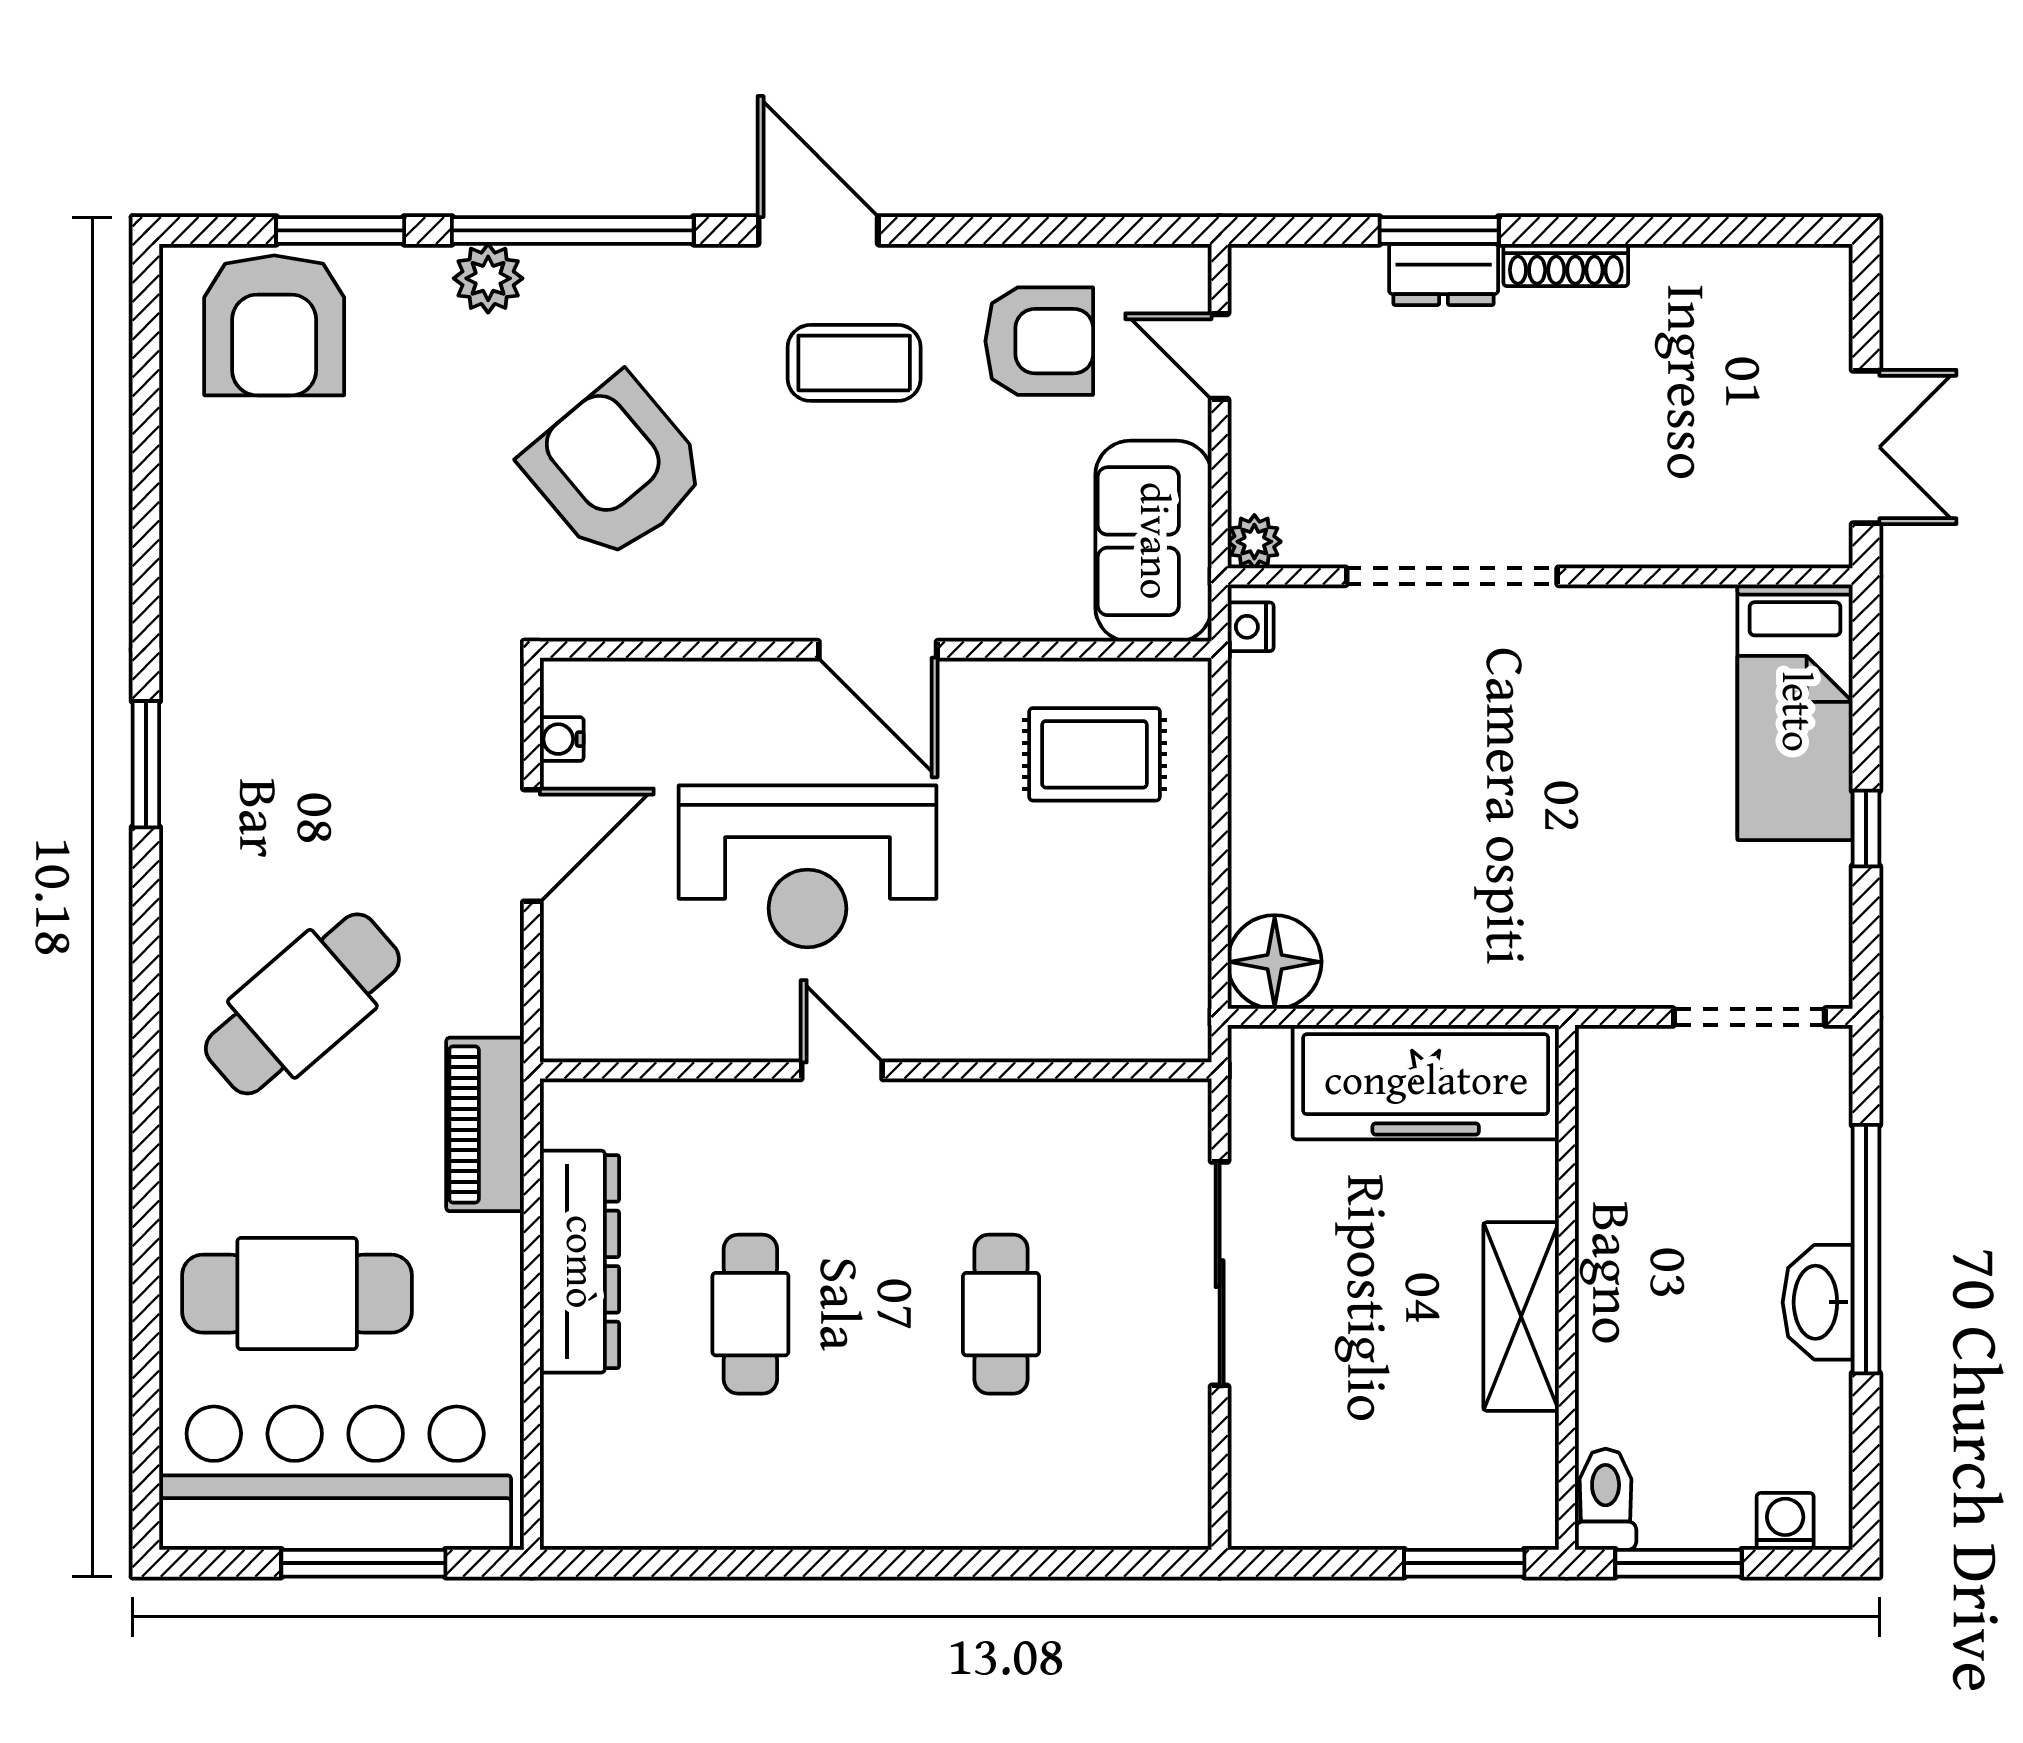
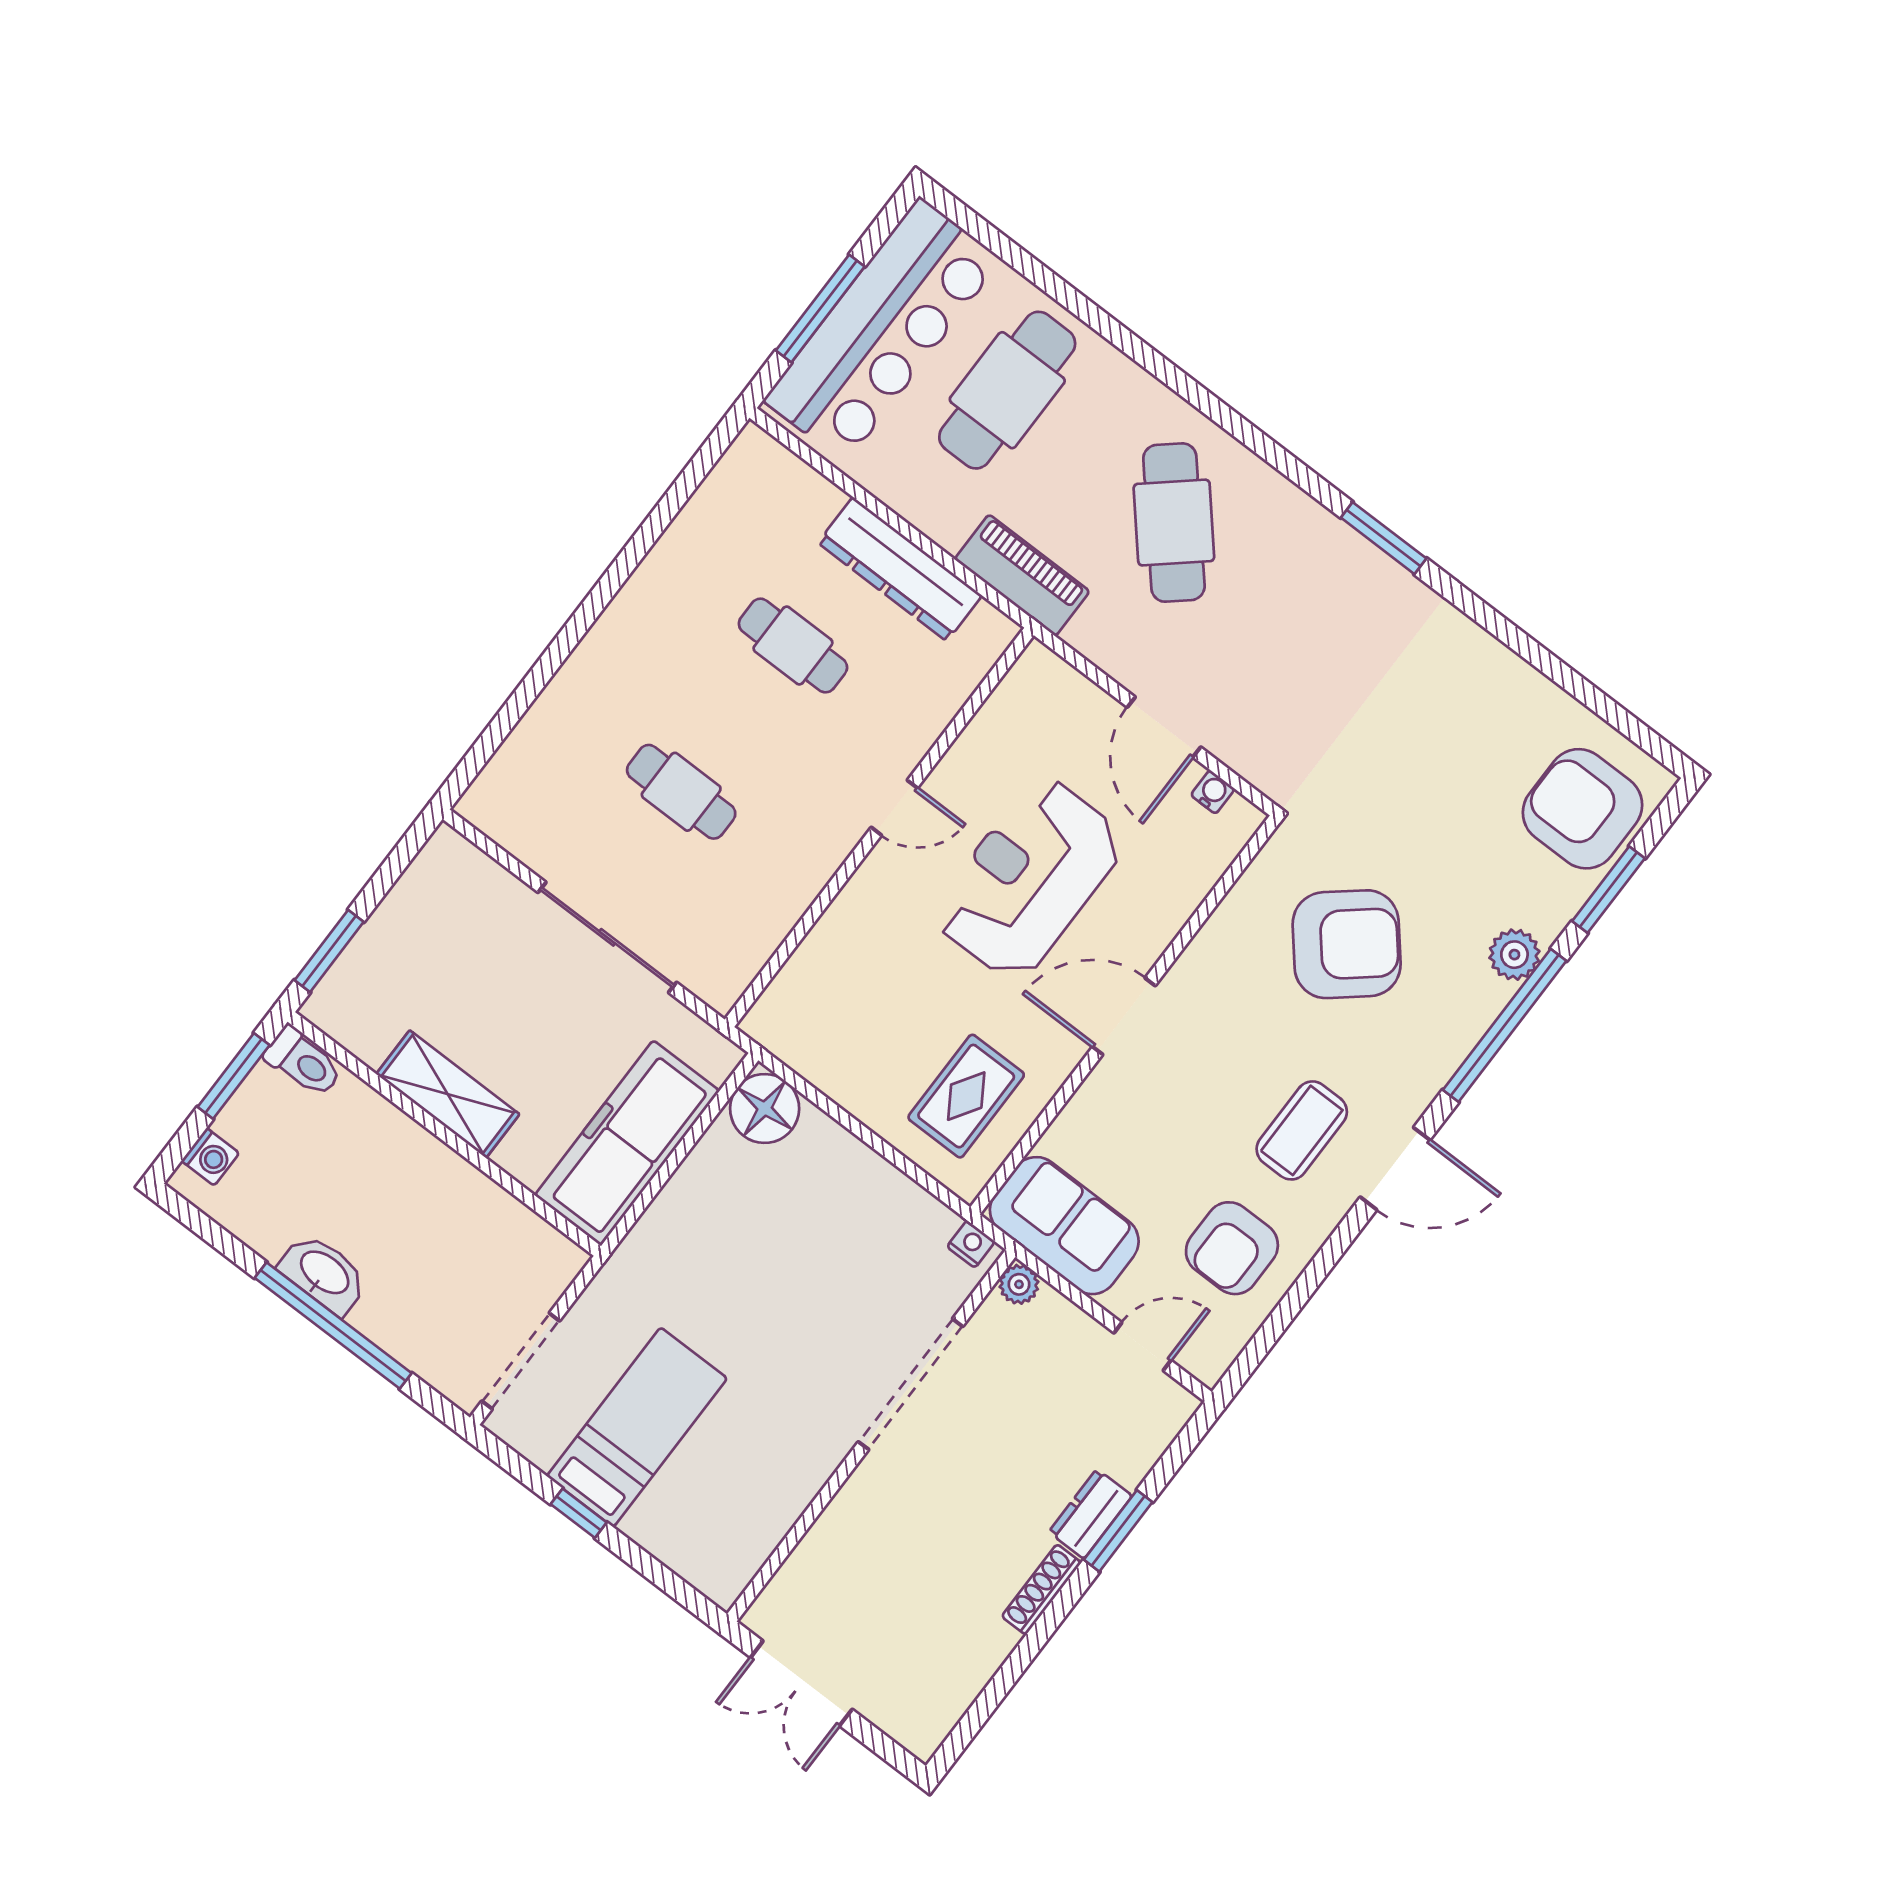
bed: (1795, 712) -> (637, 1427), moved, turned 90

